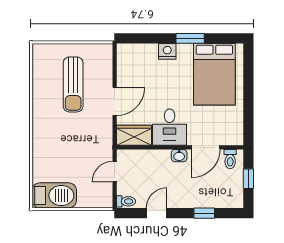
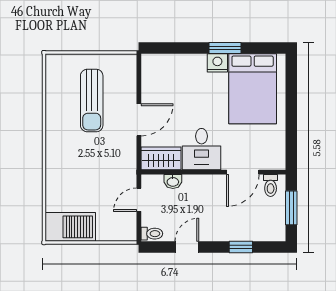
nightstand: (167, 51) -> (217, 63), moved
washbasin: (179, 156) -> (173, 181), moved
window: (248, 179) -> (291, 208), width x1.50

